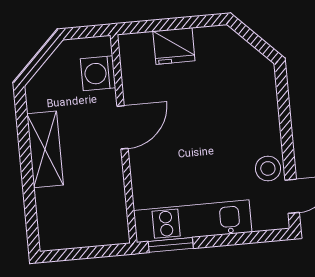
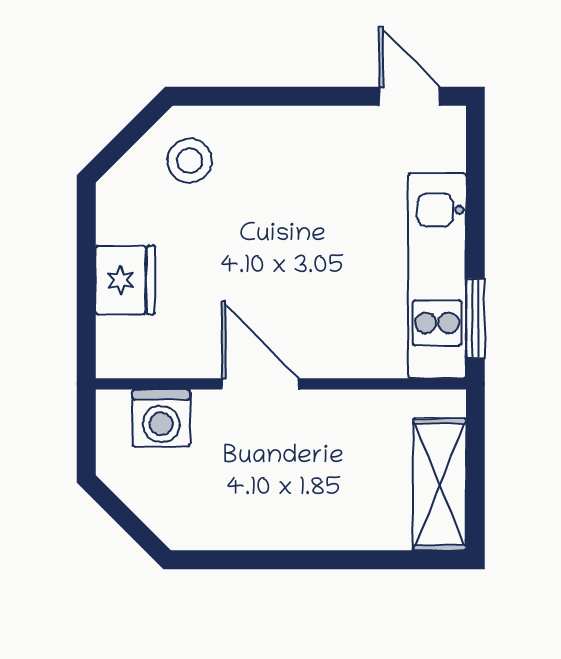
shelving: (45, 149) -> (440, 484), moved, turned 90
stool: (268, 168) -> (190, 161), moved

